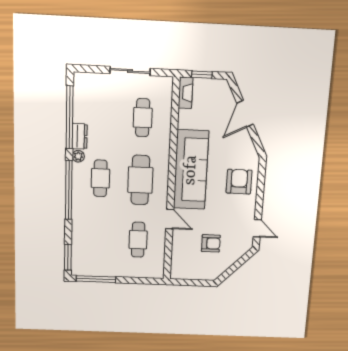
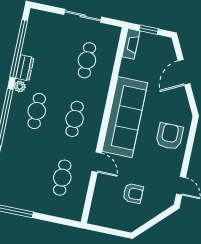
cafe table: (140, 180) -> (75, 119), width x0.73, depth x0.74

